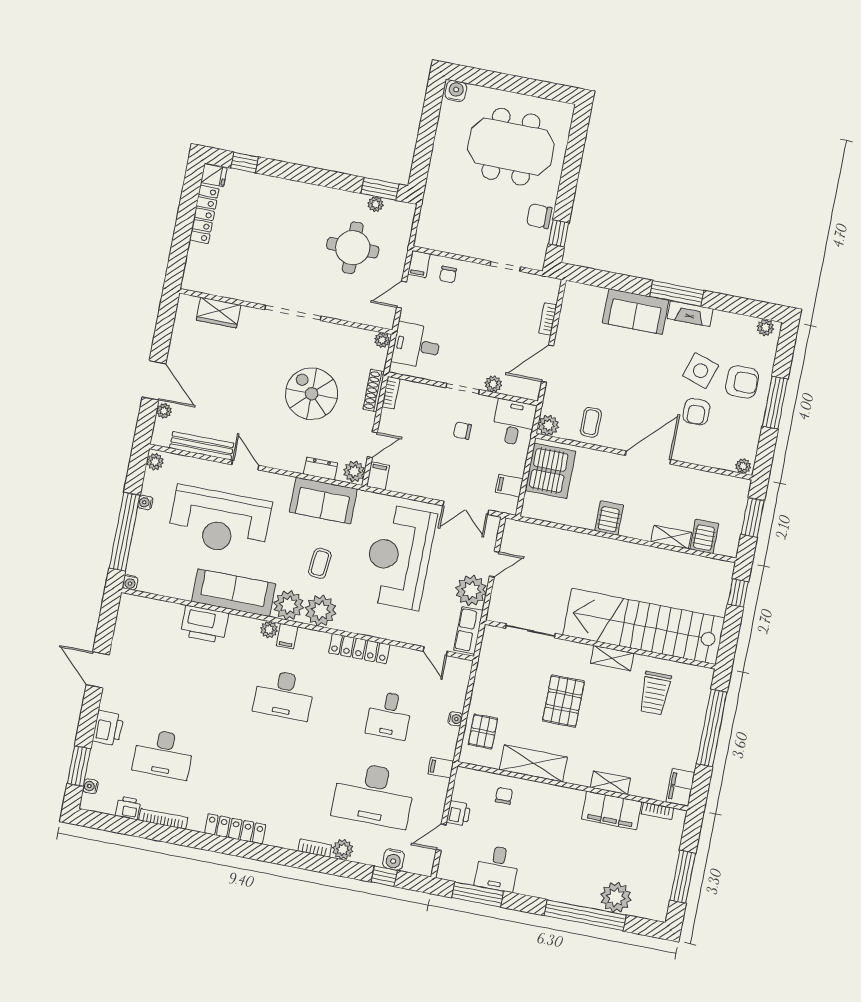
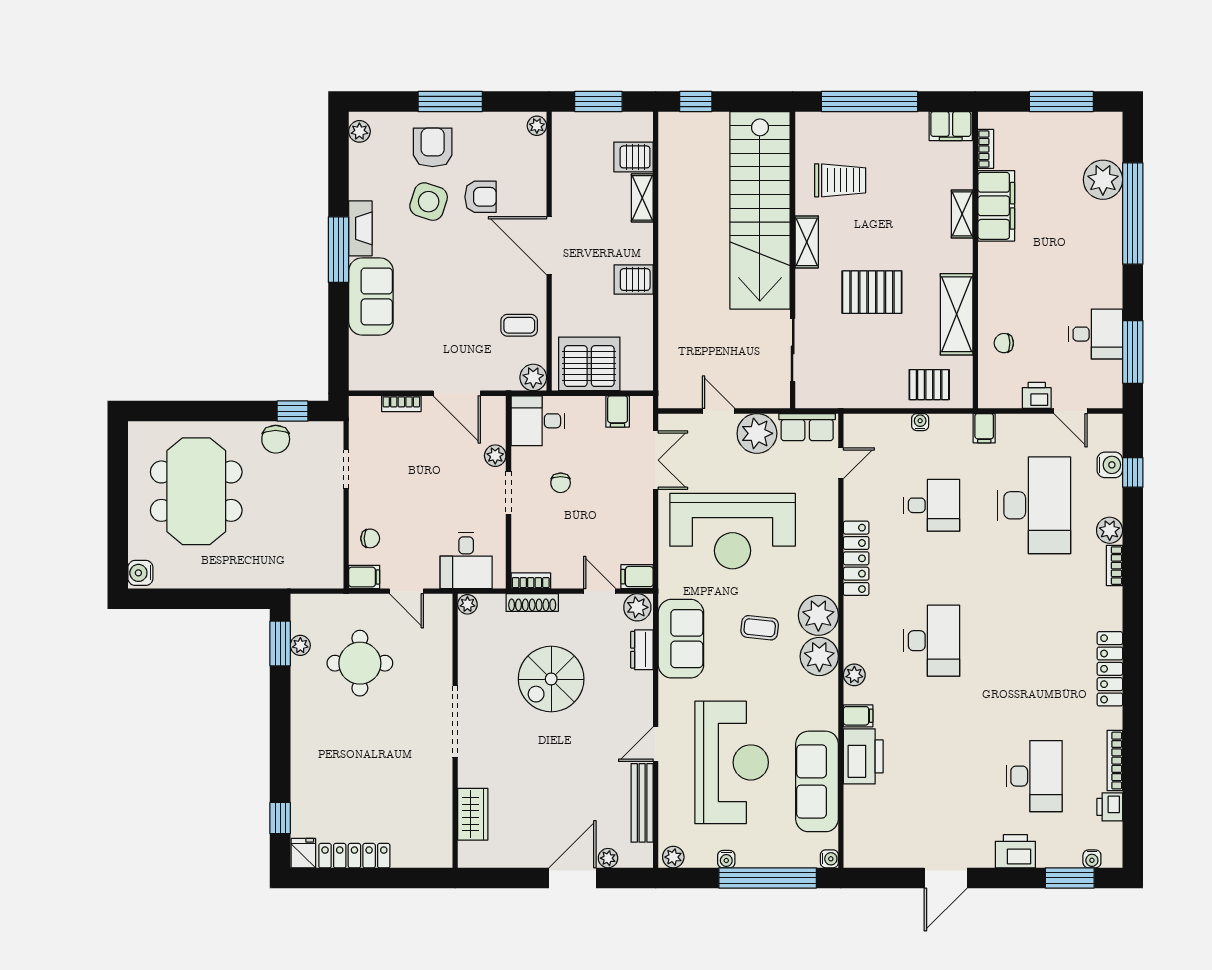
sofa: (234, 593) -> (817, 781), moved
filing cabinet: (287, 636) -> (858, 716), moved

